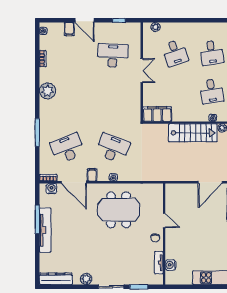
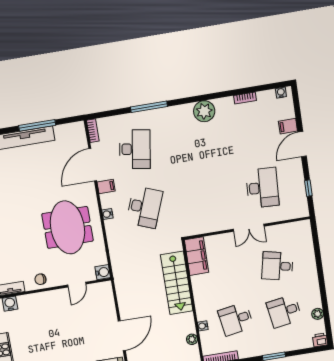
plant: (156, 27) -> (318, 314), moved
desk: (175, 53) -> (277, 266), turned 30
stairs: (193, 133) -> (177, 283), moved
desk: (67, 148) -> (135, 149), turned 30
door: (210, 182) -> (122, 336), swing flipped
water cooler: (51, 189) -> (103, 272), moved
door: (164, 220) -> (77, 285), moved

